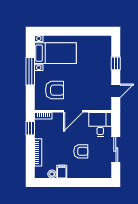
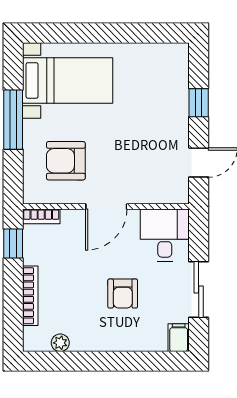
armchair: (55, 90) -> (66, 161), turned 180
armchair: (81, 151) -> (123, 293), turned 90
filing cabinet: (62, 172) -> (179, 338), moved

